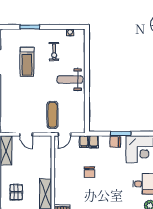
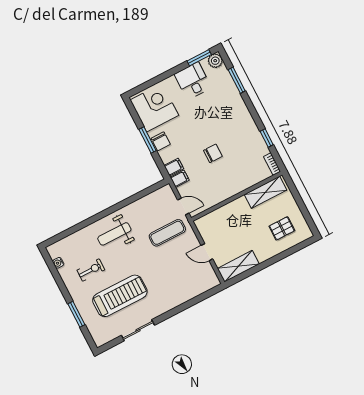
treadmill: (27, 62) -> (120, 296), width x1.37, depth x1.38
weight bench: (70, 80) -> (114, 234), turned 90
door: (26, 134) -> (207, 252), swing flipped

